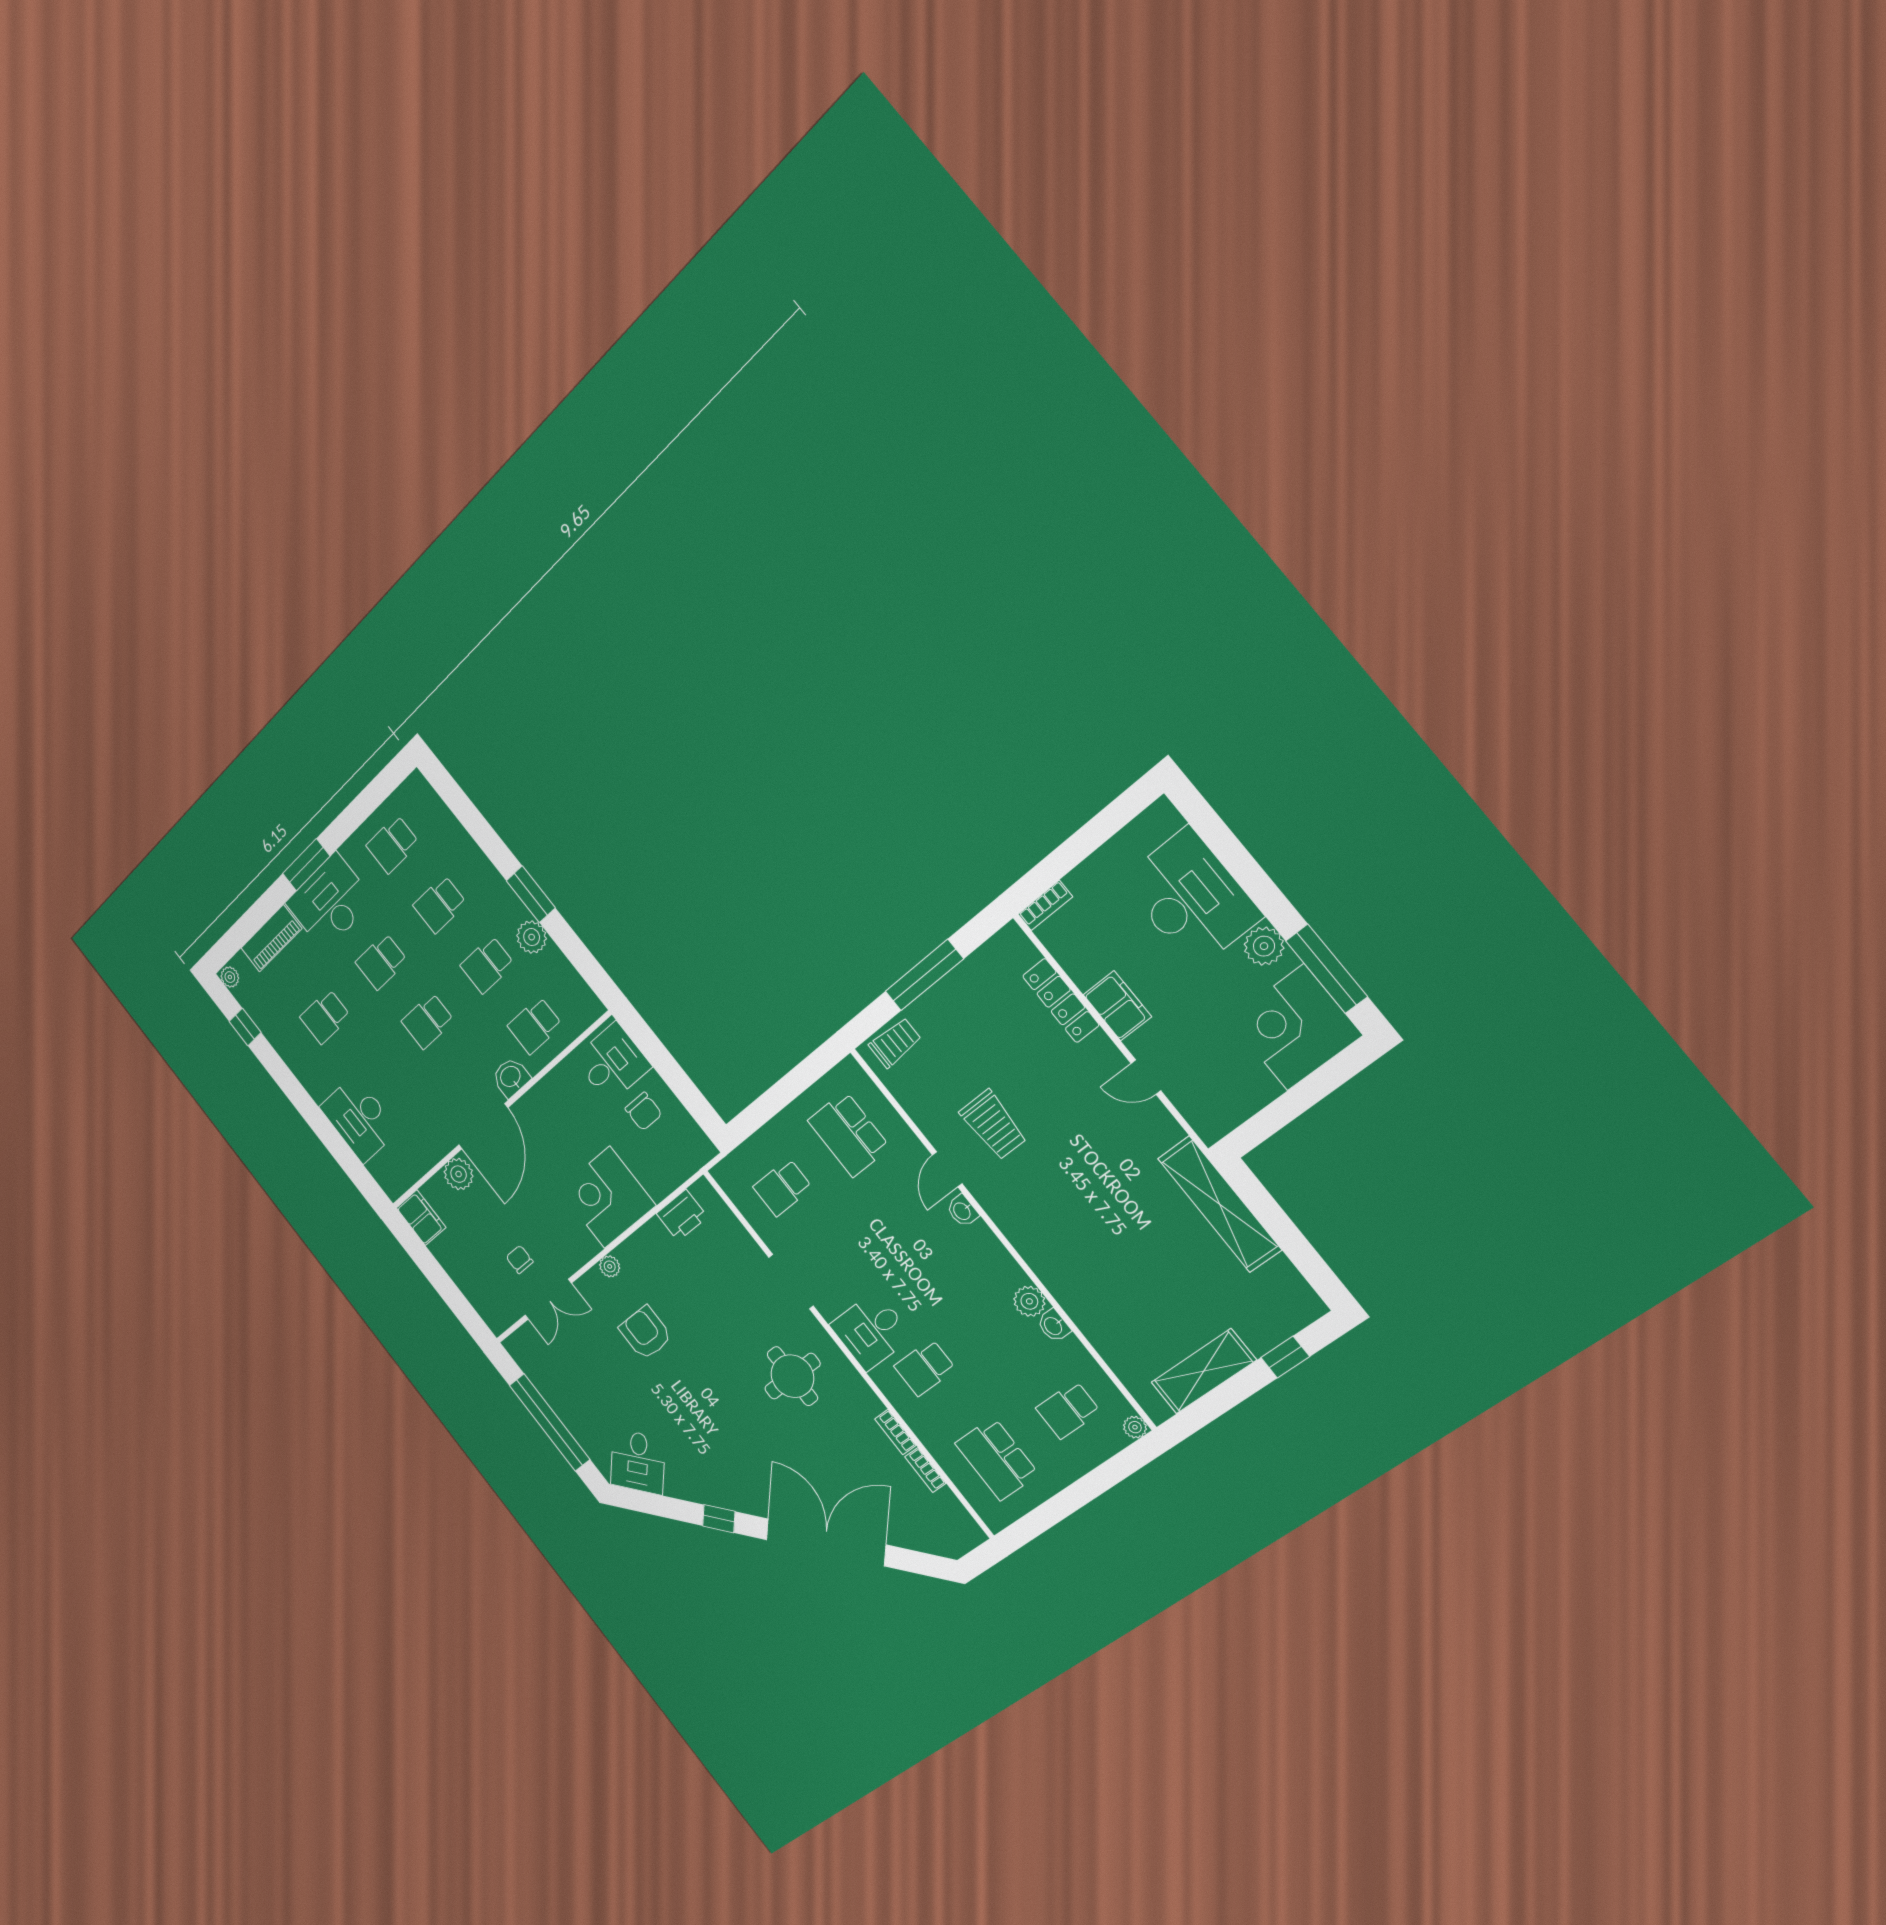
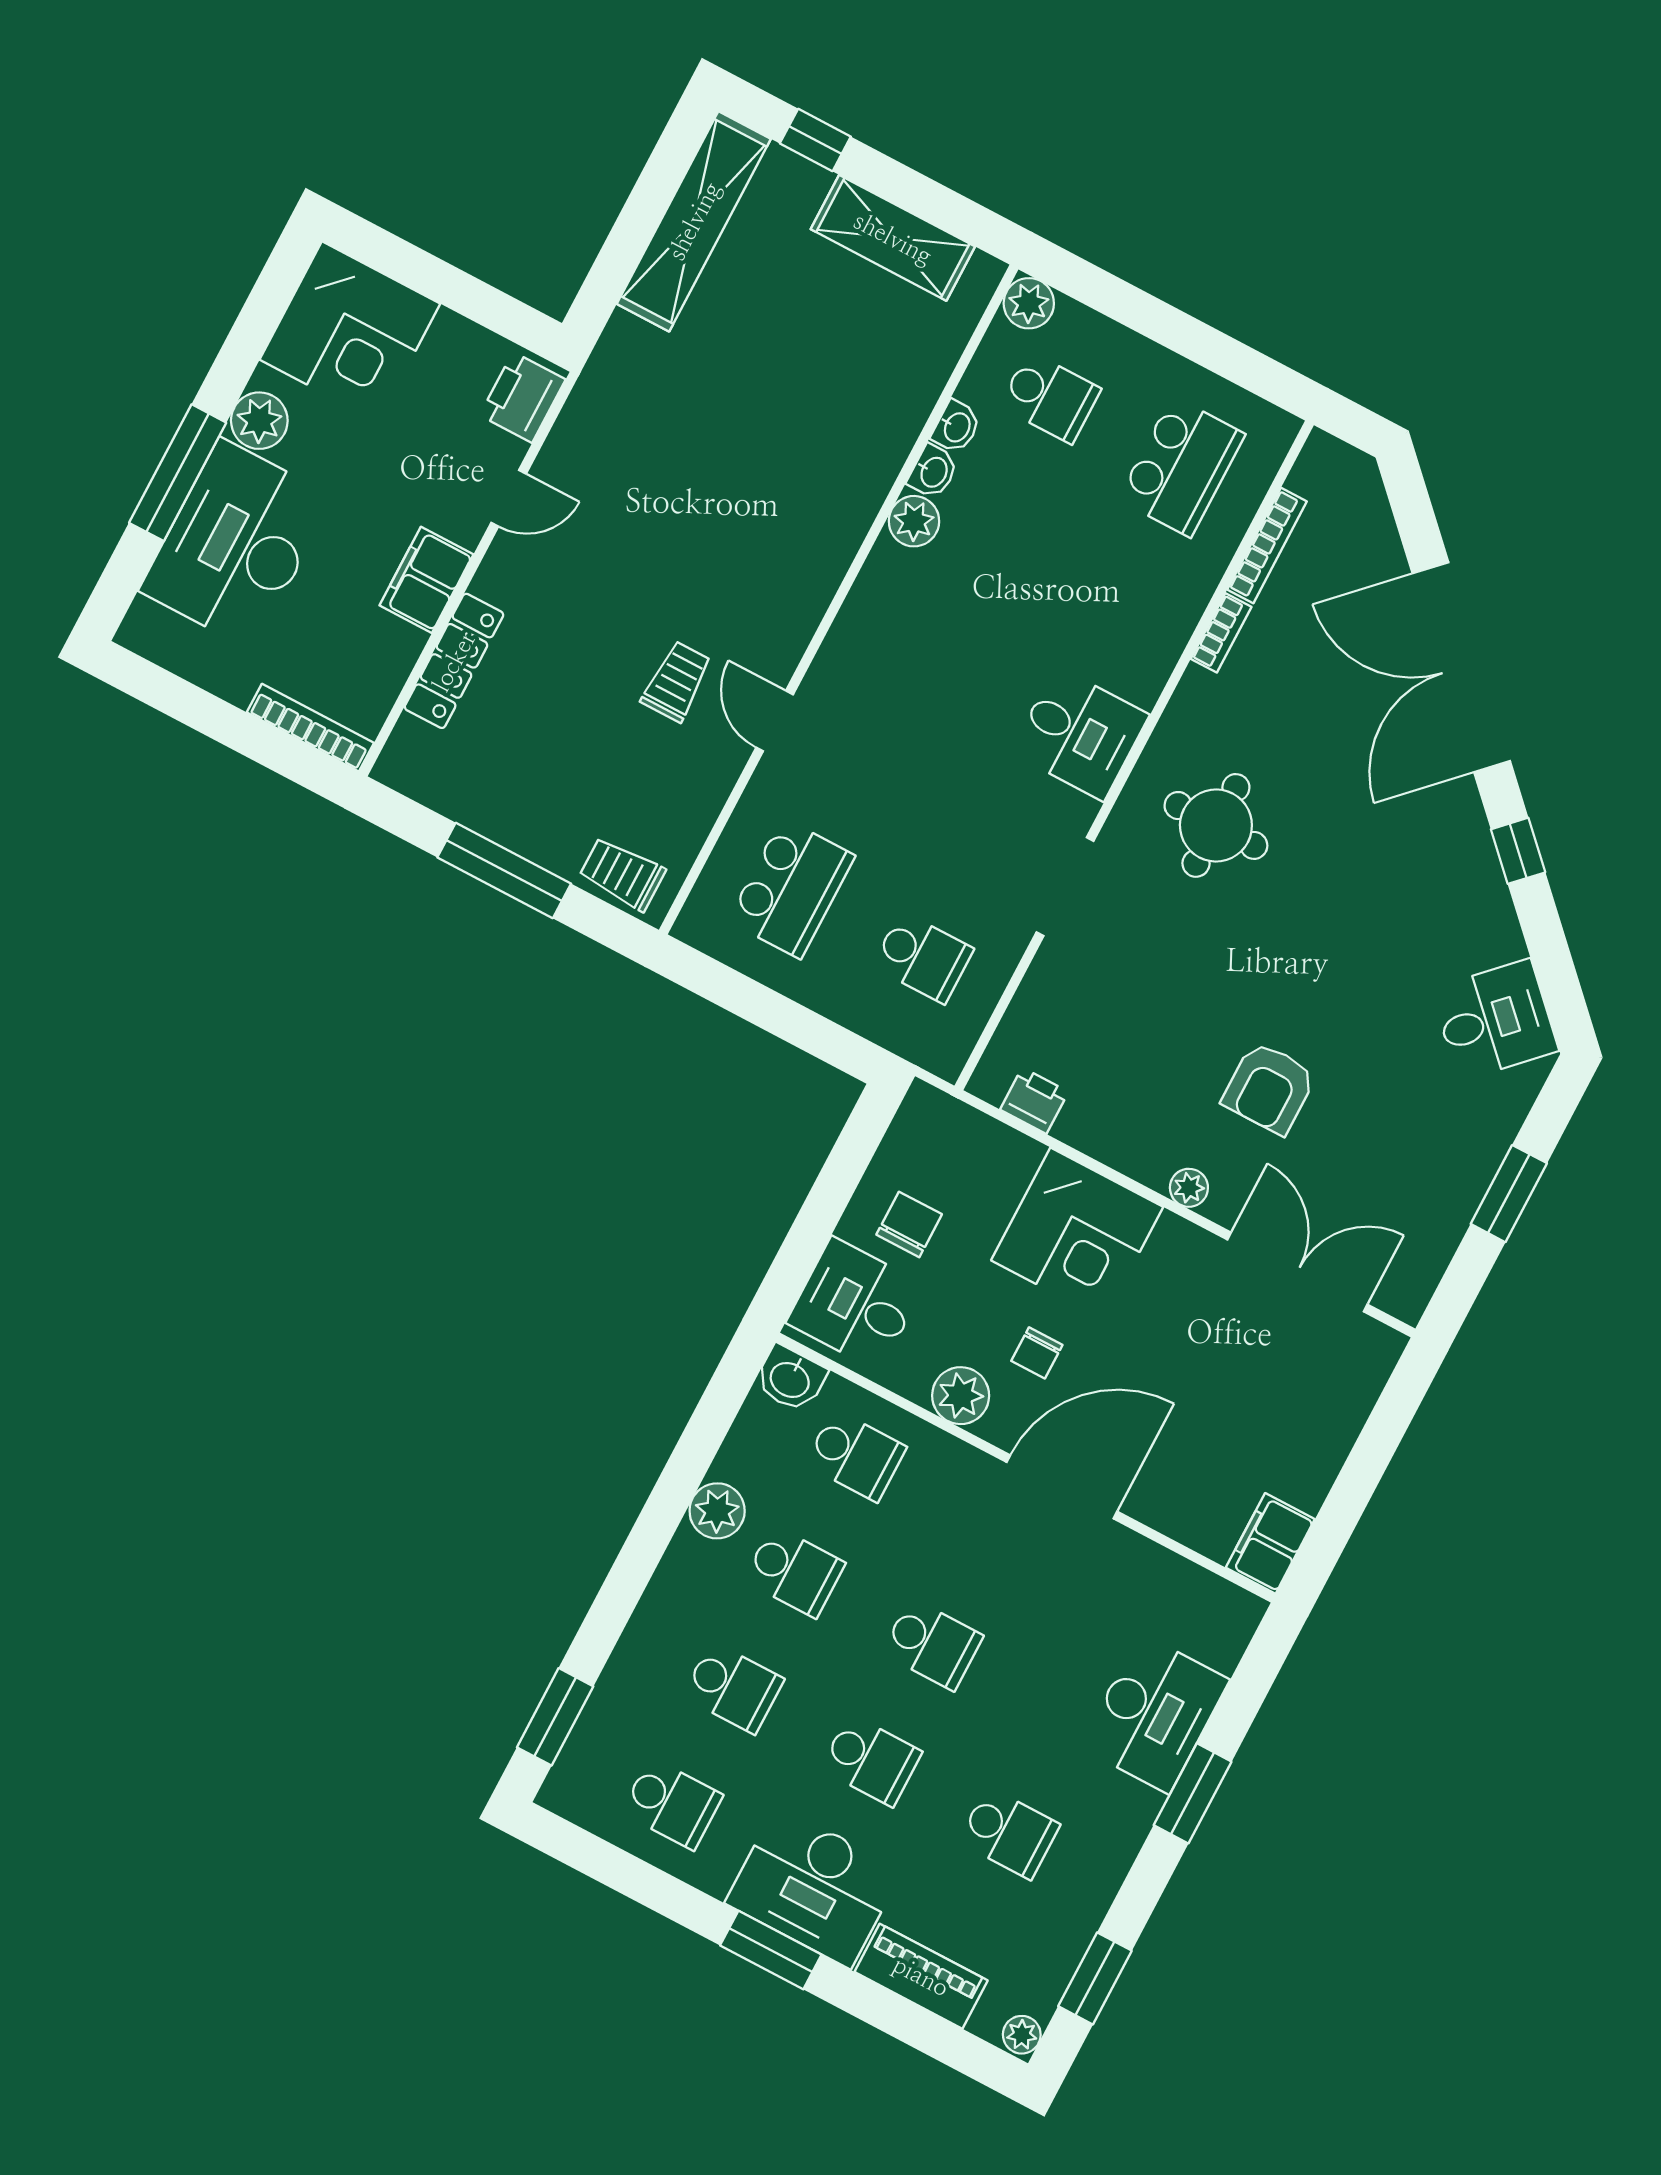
window: (531, 894) -> (555, 1717), moved
bookcase: (1045, 905) -> (310, 728), width x1.56
window: (1327, 969) -> (178, 473), moved
window: (245, 1027) -> (1095, 1978), width x1.50
washbasin: (511, 1077) -> (790, 1379), moved
door: (1146, 1077) -> (509, 498), hinge flipped
printer: (1205, 1113) -> (523, 397), added
window: (316, 1119) -> (1193, 1793), added
trolley: (993, 1125) -> (677, 681), width x0.73, depth x0.72
door: (947, 1169) -> (775, 721), swing flipped
plant: (459, 1174) -> (961, 1396), moved
shelving: (1220, 1204) -> (694, 221), moved
washbasin: (962, 1211) -> (956, 427), moved
printer: (682, 1215) -> (1034, 1101), width x0.73, depth x0.81
chair: (520, 1259) -> (1037, 1353), moved
double door: (548, 1299) -> (1297, 1272), width x1.37
school desk: (925, 1368) -> (1095, 630), removed
window: (550, 1422) -> (1509, 1194), width x0.47
plant: (1135, 1427) -> (1029, 303), width x1.38, depth x1.38
bookcase: (925, 1470) -> (1267, 546), width x1.56

